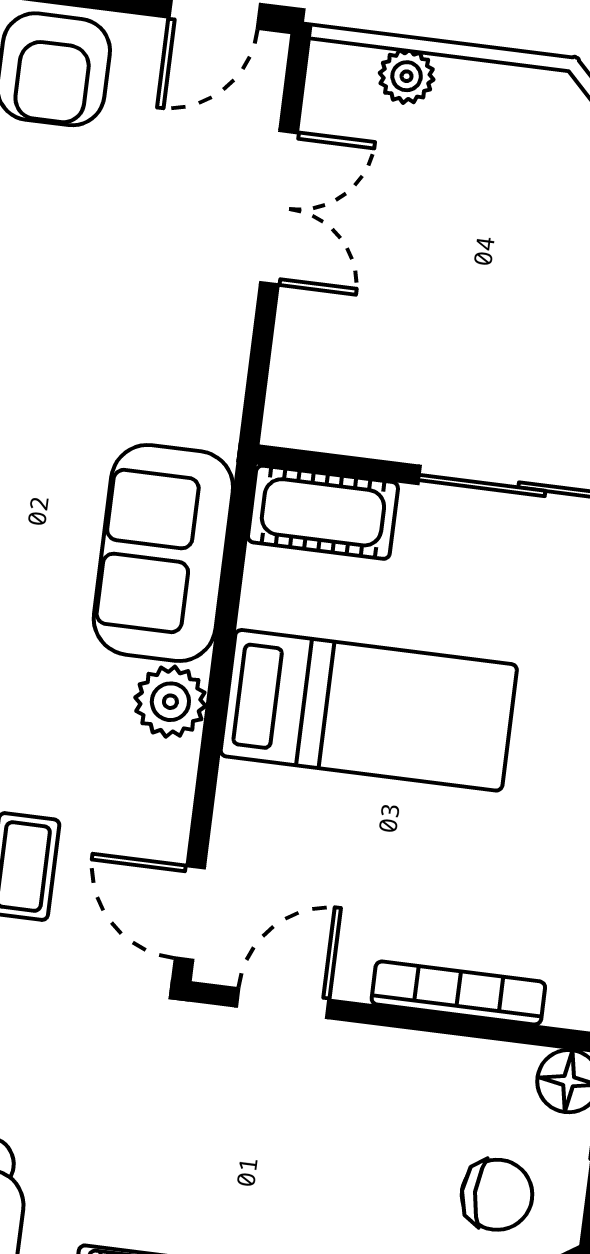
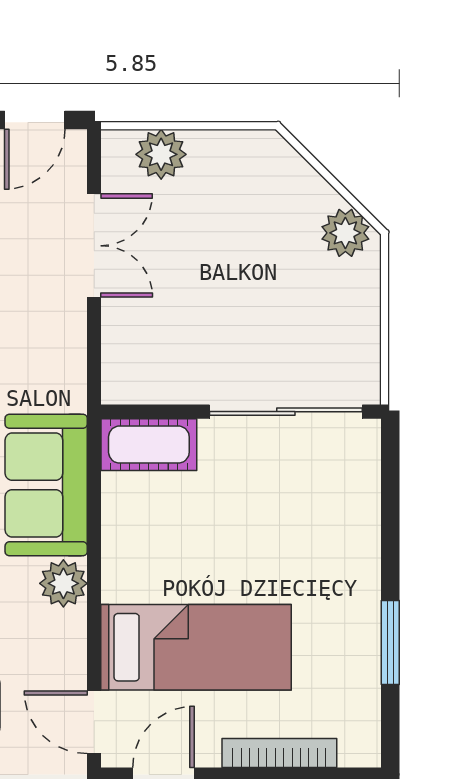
plant: (407, 76) -> (161, 154), width x1.38, depth x1.38
bed: (369, 710) -> (196, 647), moved

